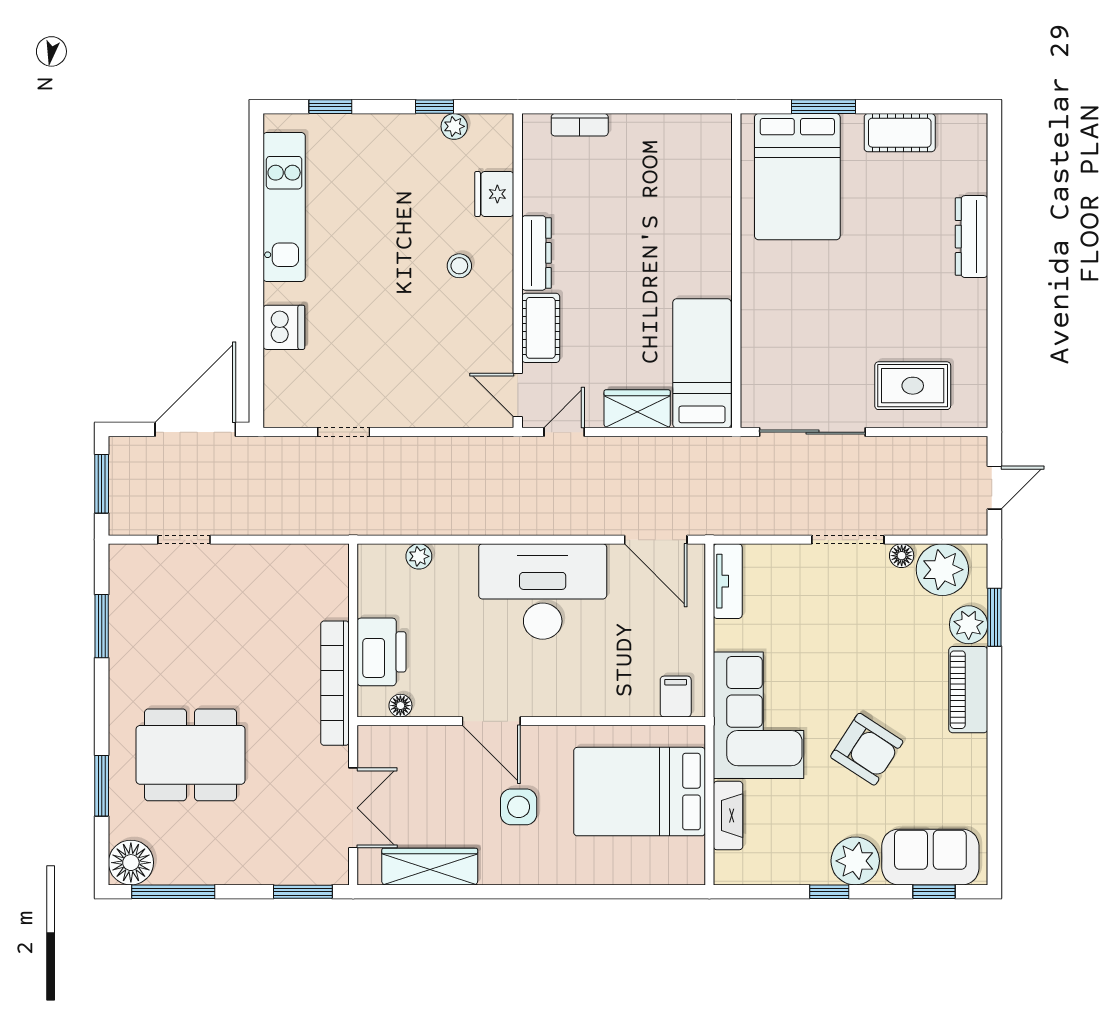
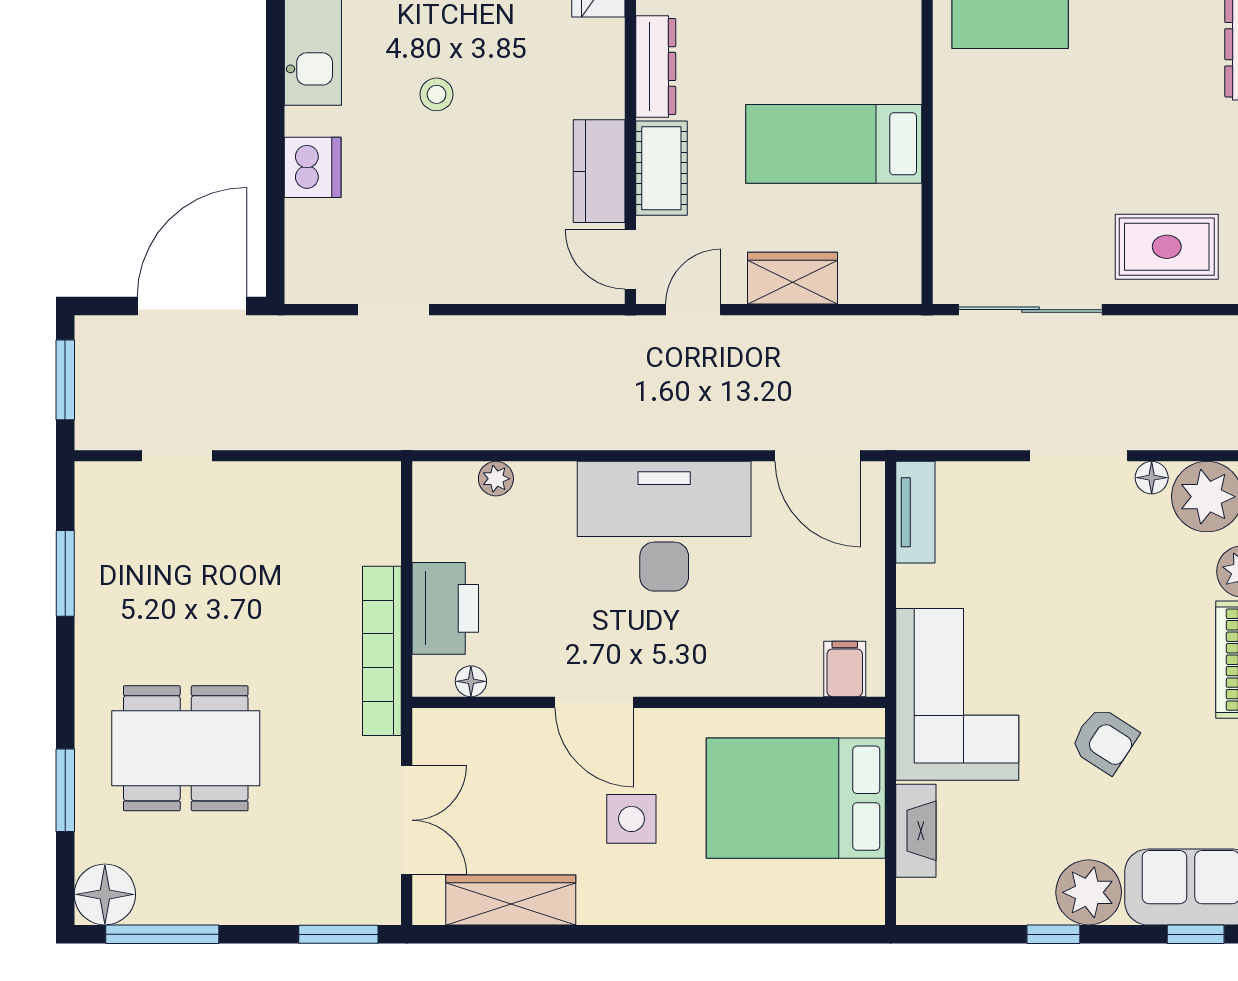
stool: (459, 266) -> (437, 94), moved
kitchen counter: (495, 330) -> (599, 171), added
bed: (702, 363) -> (834, 144), moved, turned -90
armchair: (867, 749) -> (1104, 740), width x0.72, depth x0.72

